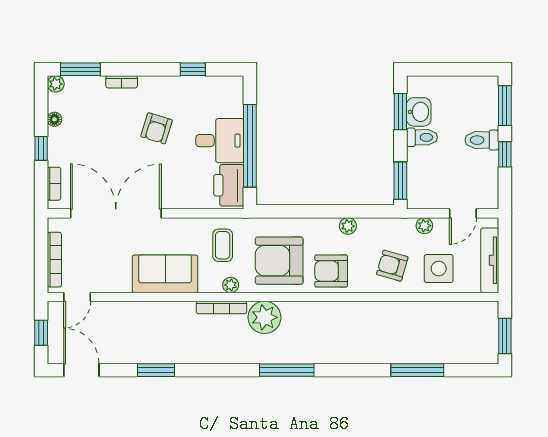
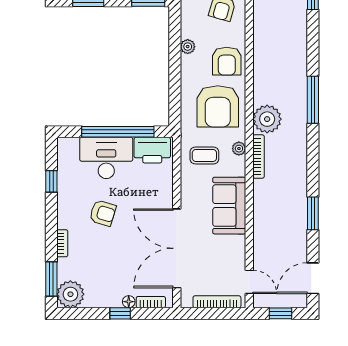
plant: (56, 84) -> (70, 294), width x1.87, depth x1.87
floor lamp: (54, 119) -> (129, 302), moved
desk: (220, 141) -> (106, 158), width x1.37

